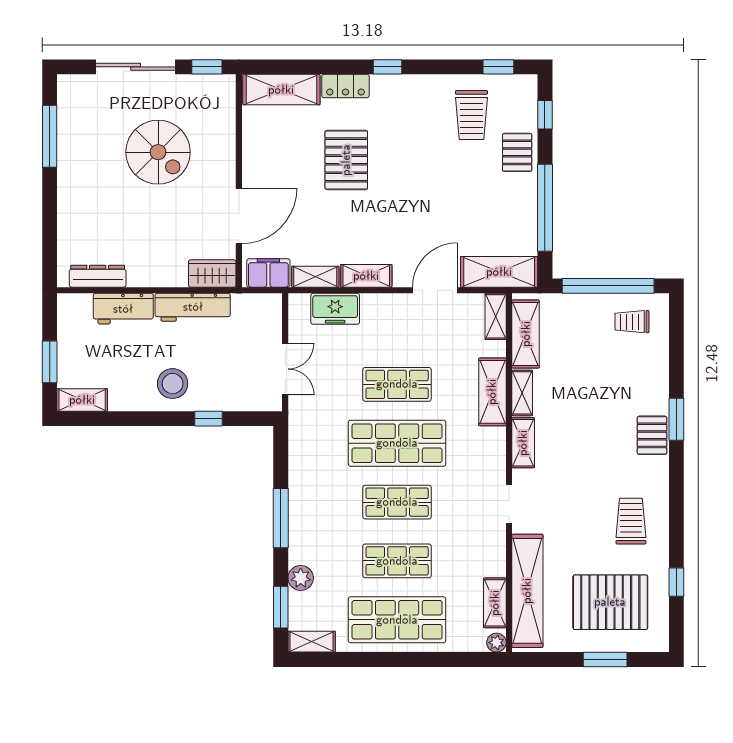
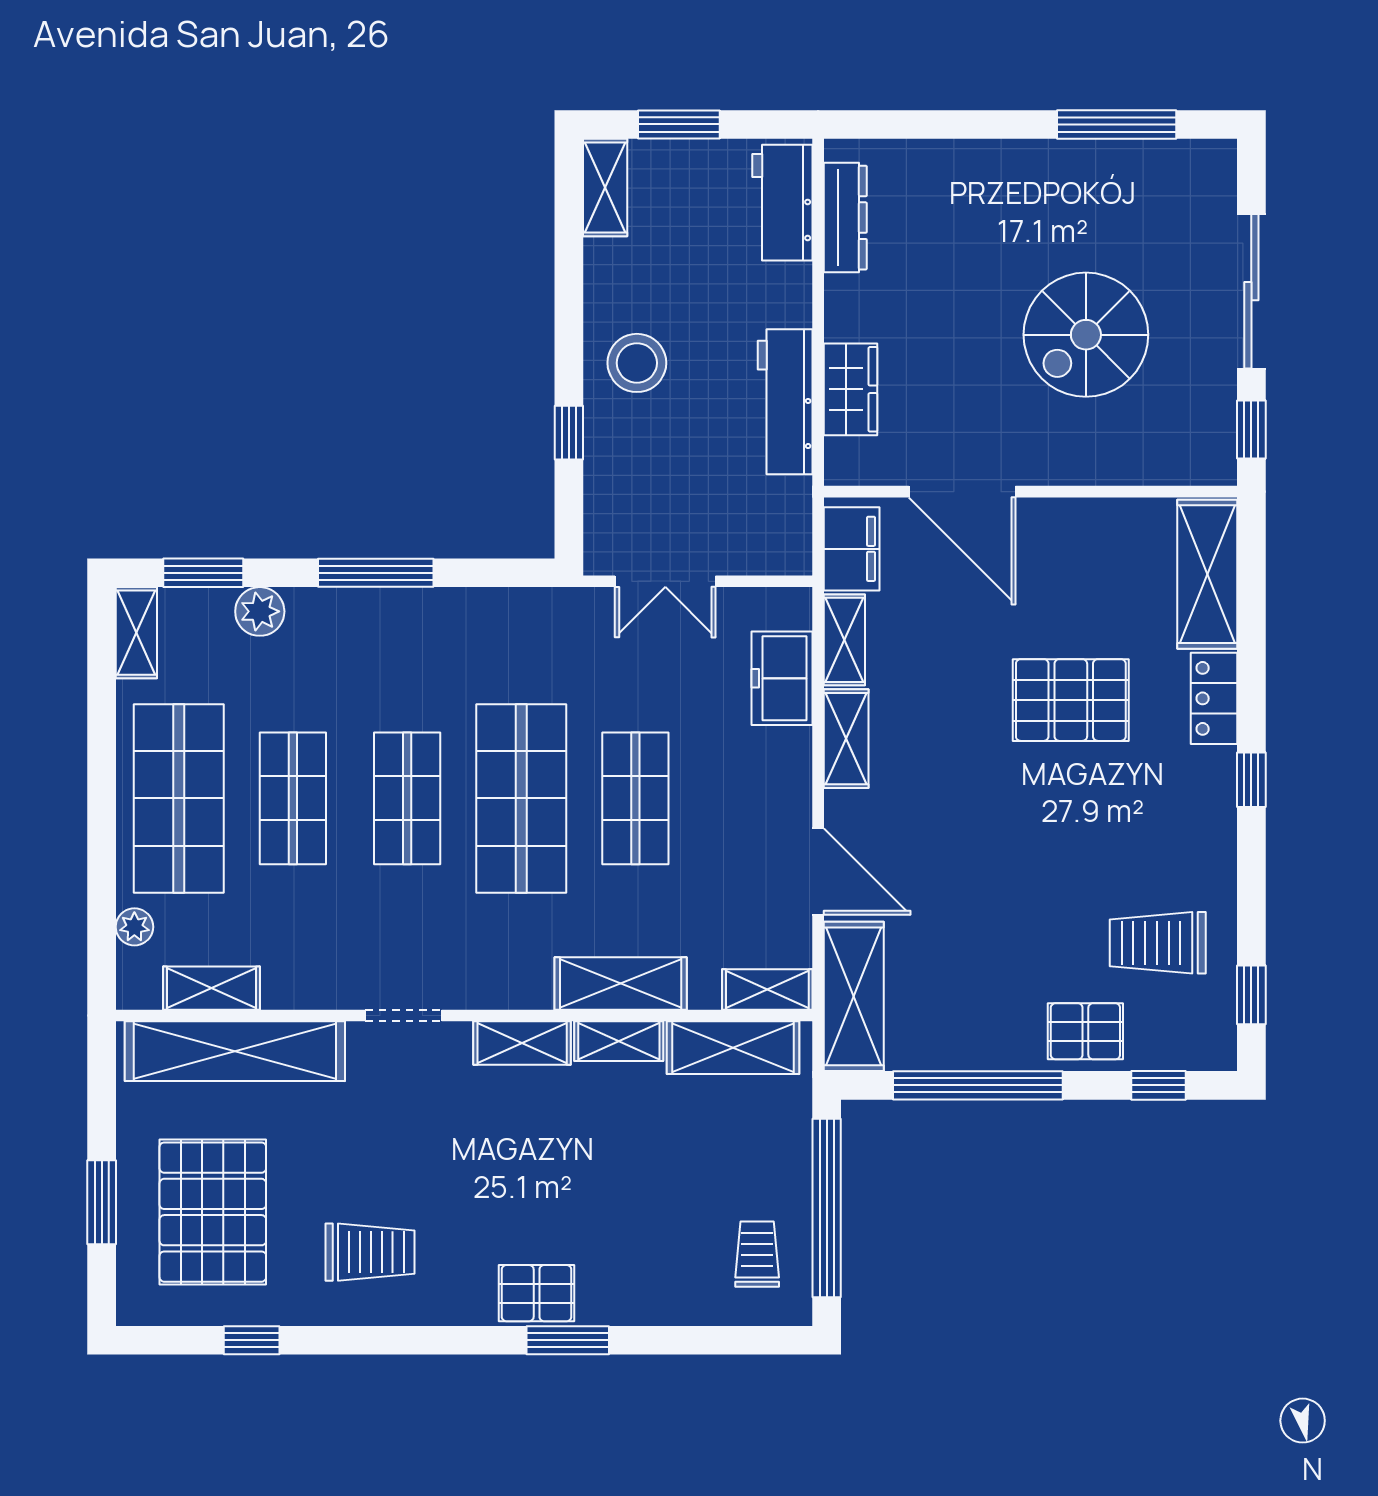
wardrobe: (212, 273) -> (850, 389), moved
workbench: (123, 309) -> (782, 203), moved
plant: (496, 643) -> (134, 927), moved

